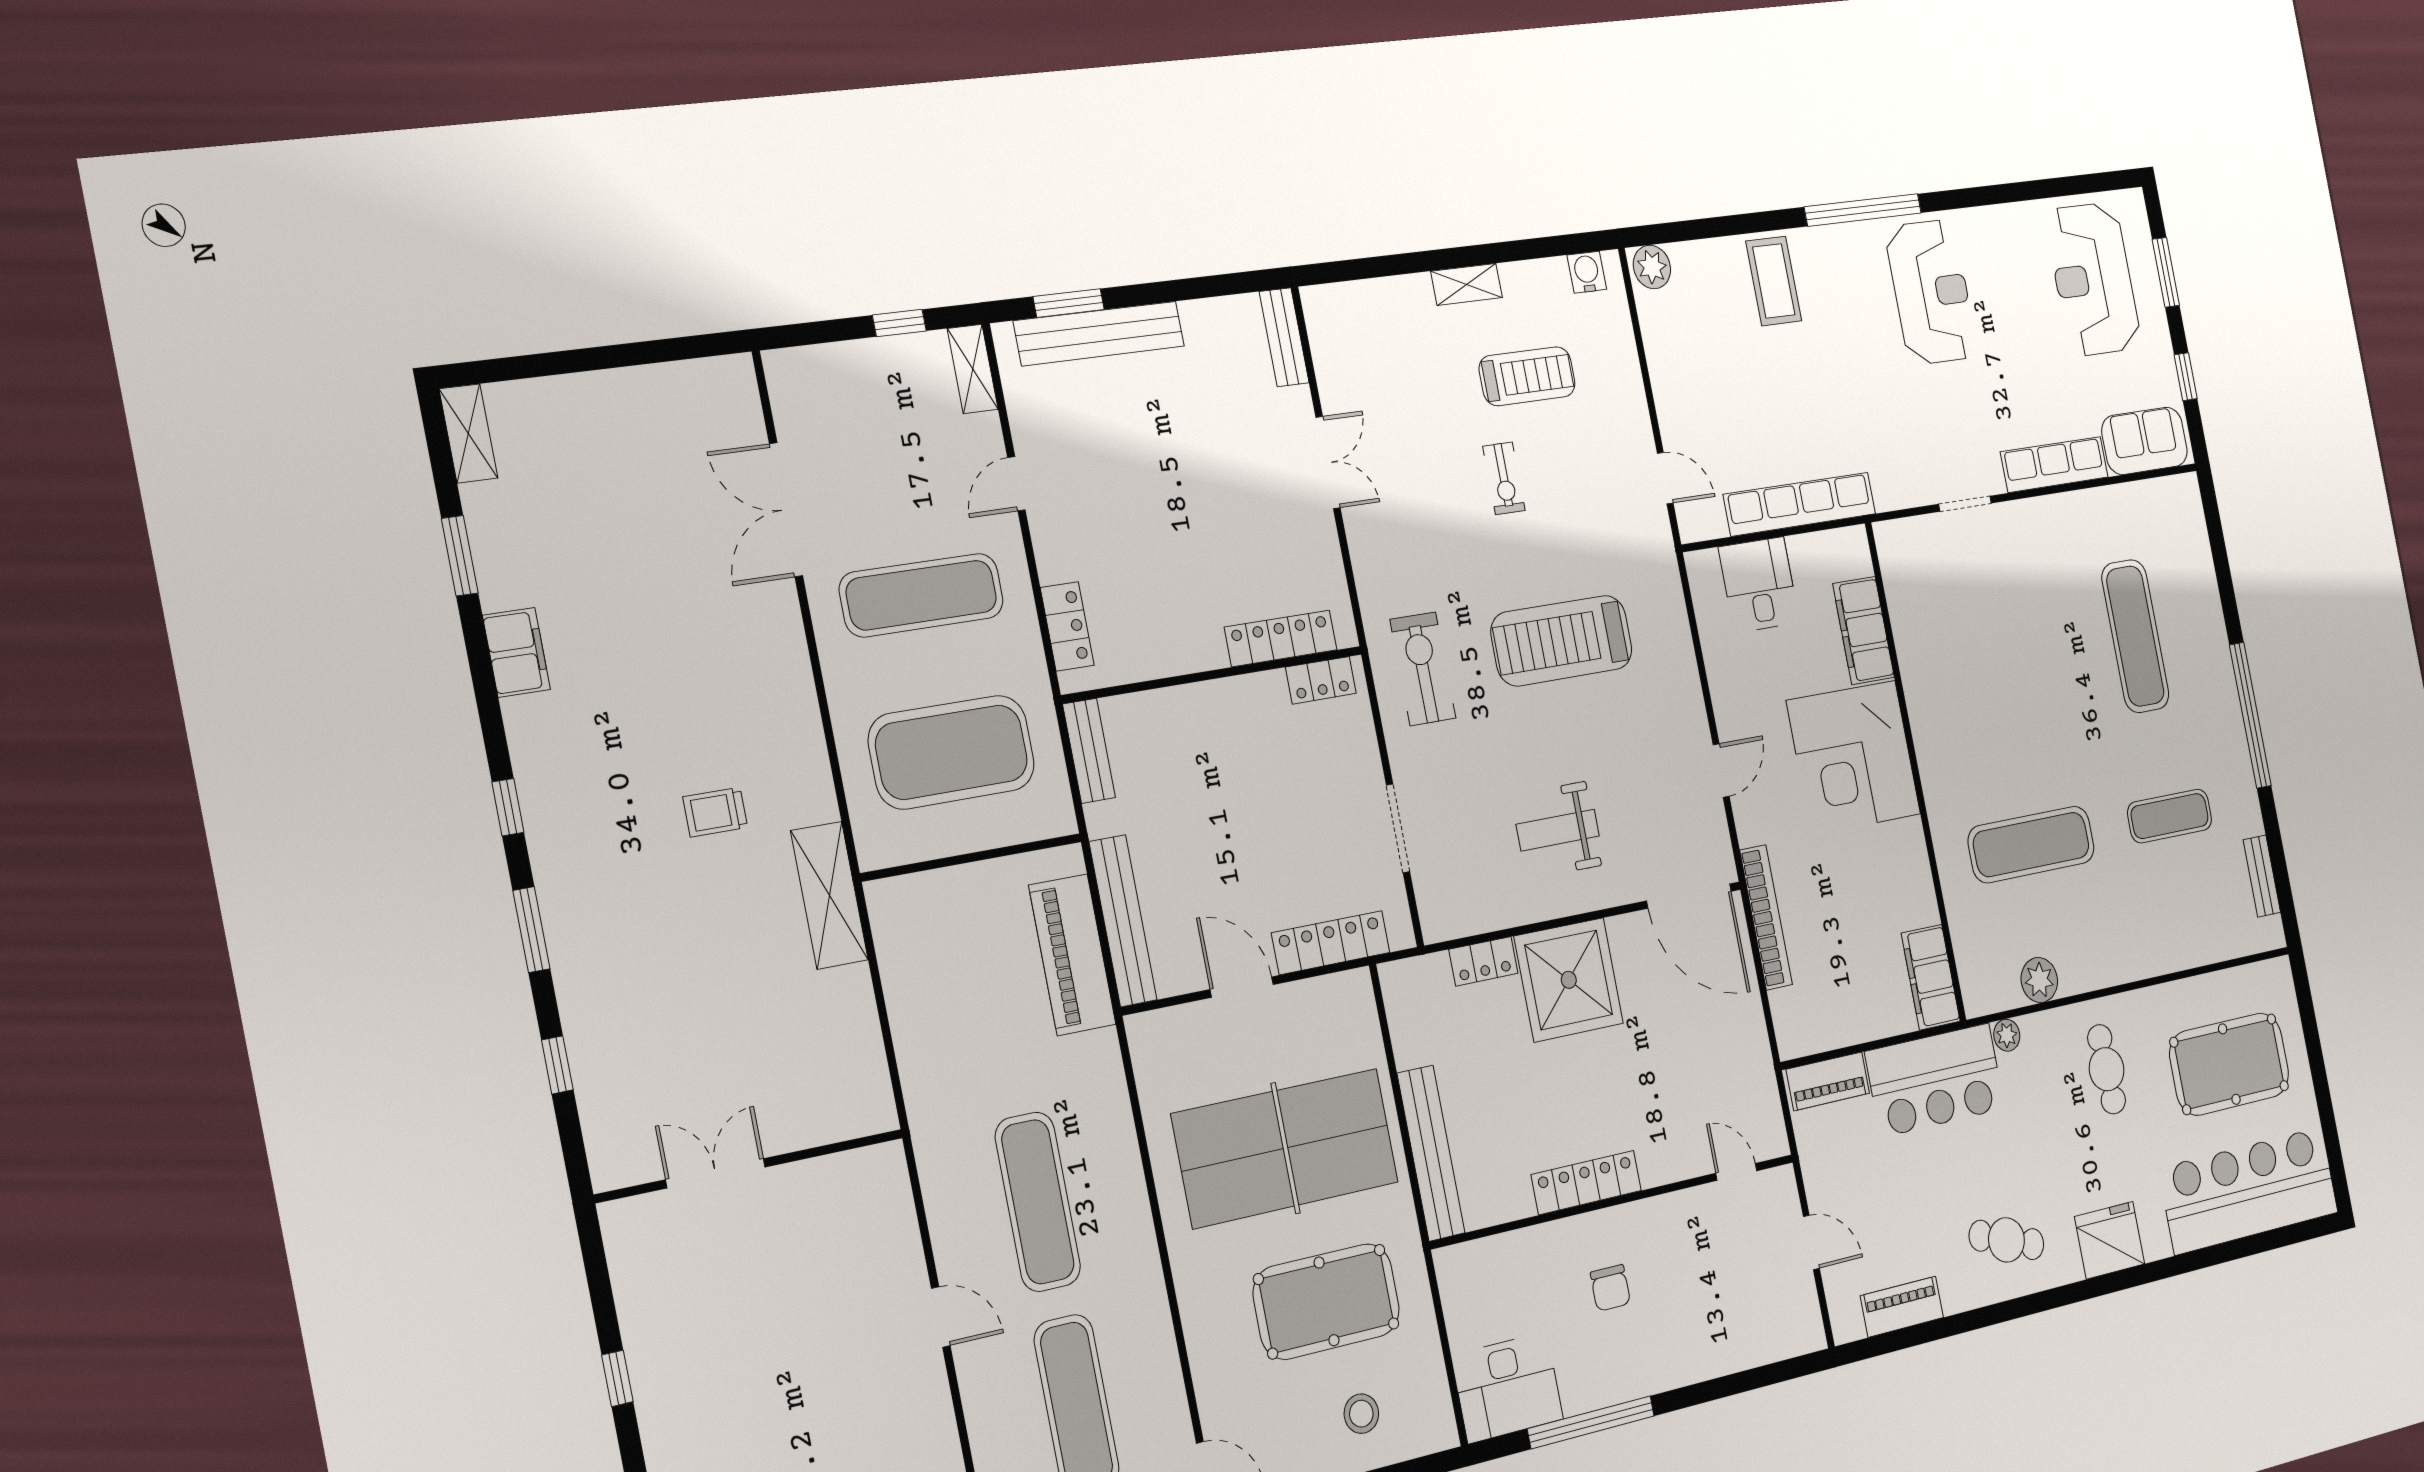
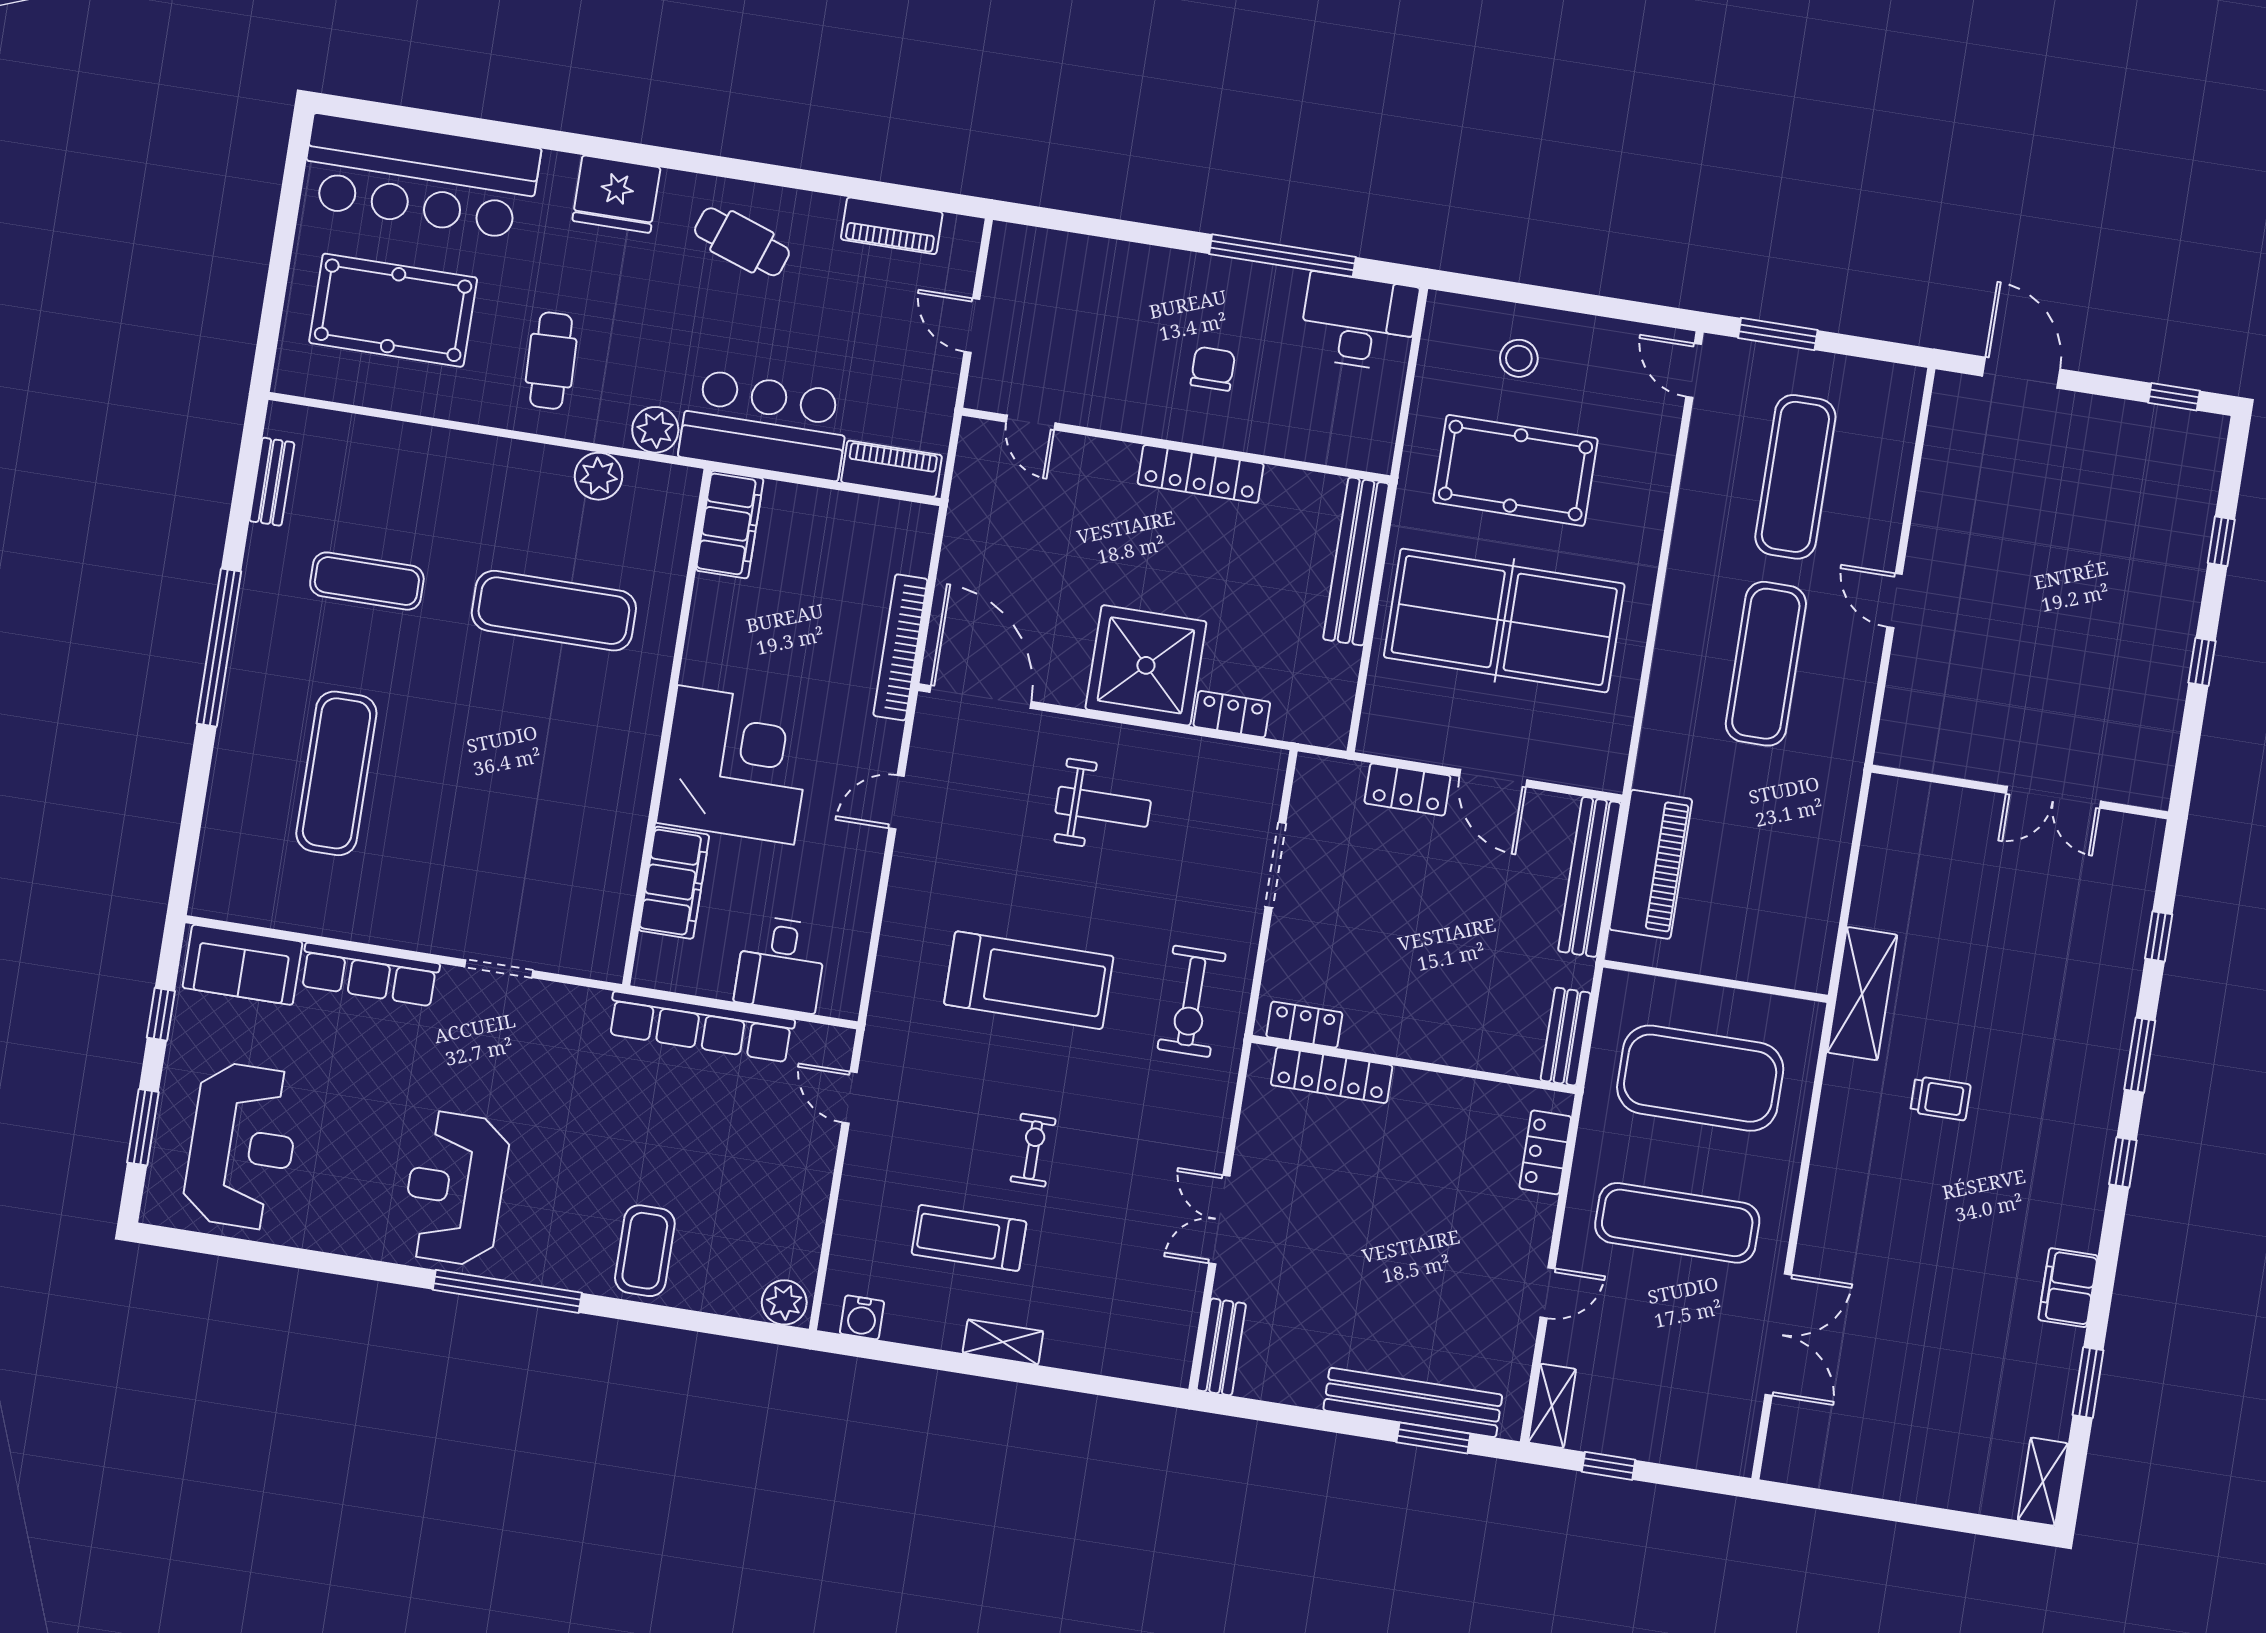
locker: (1331, 943) -> (1407, 789), width x0.66
plant: (2007, 1035) -> (655, 430), width x1.38, depth x1.38

